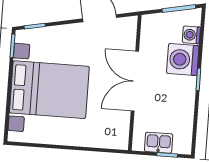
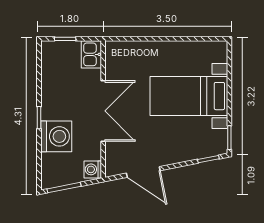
washing machine: (191, 35) -> (93, 169), moved, turned 180
bed with nightstands: (49, 90) -> (189, 96), width x0.73
kitchen sink: (159, 143) -> (91, 54), moved, turned 90

